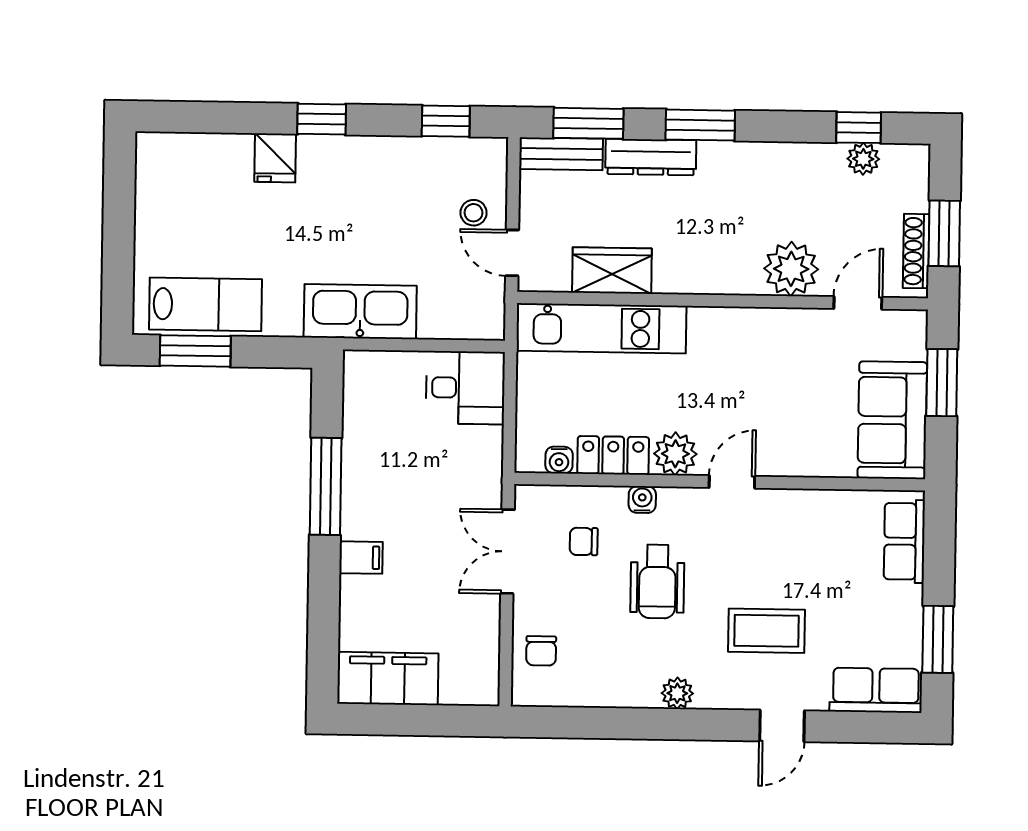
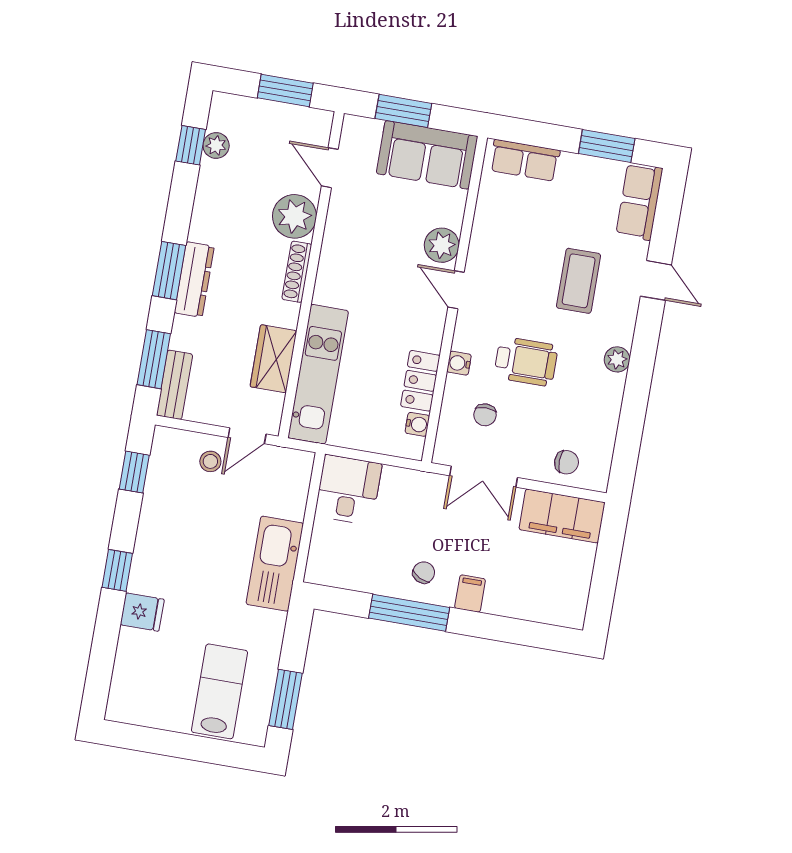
dresser: (651, 157) -> (194, 279), moved
shoe rack: (916, 251) -> (297, 272), moved, turned 90
lab bench: (205, 304) -> (220, 691), moved
plant: (675, 454) -> (442, 245), moved
chair: (378, 496) -> (424, 573), added
filing cabinet: (388, 679) -> (562, 516), moved, turned -90

